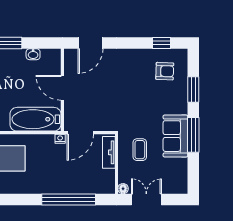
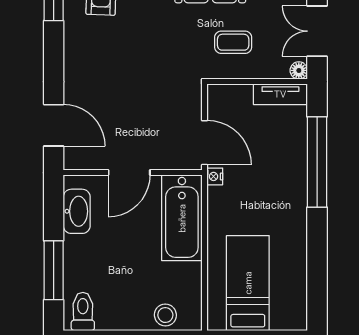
washbasin: (33, 54) -> (77, 211), width x1.91, depth x1.45
tv unit: (109, 152) -> (280, 94), moved

